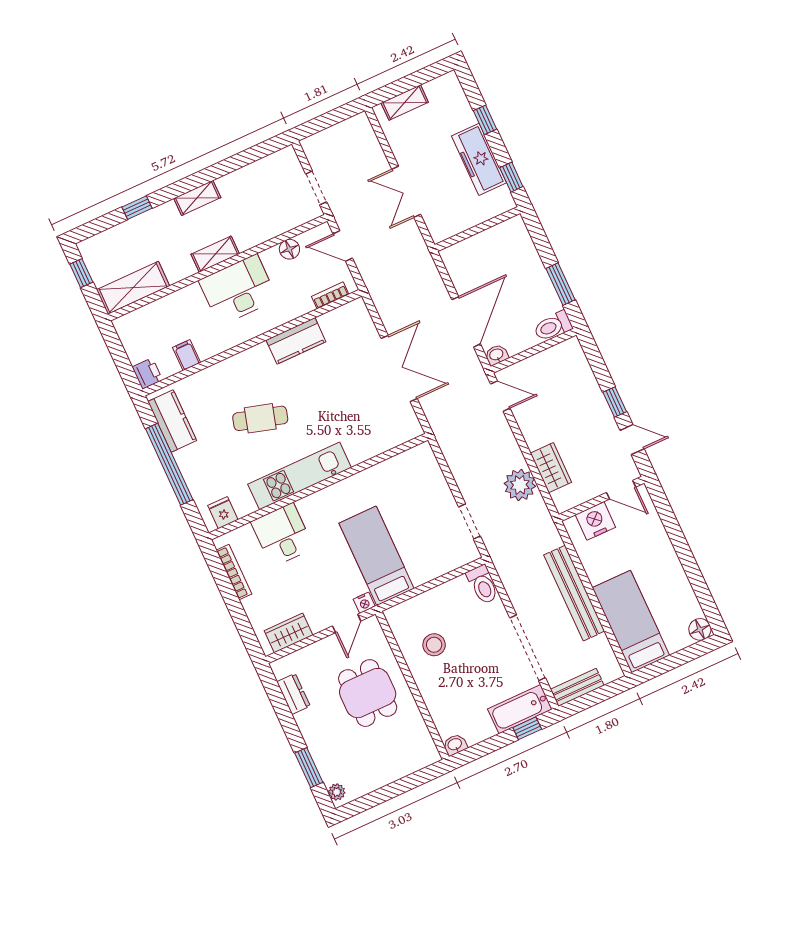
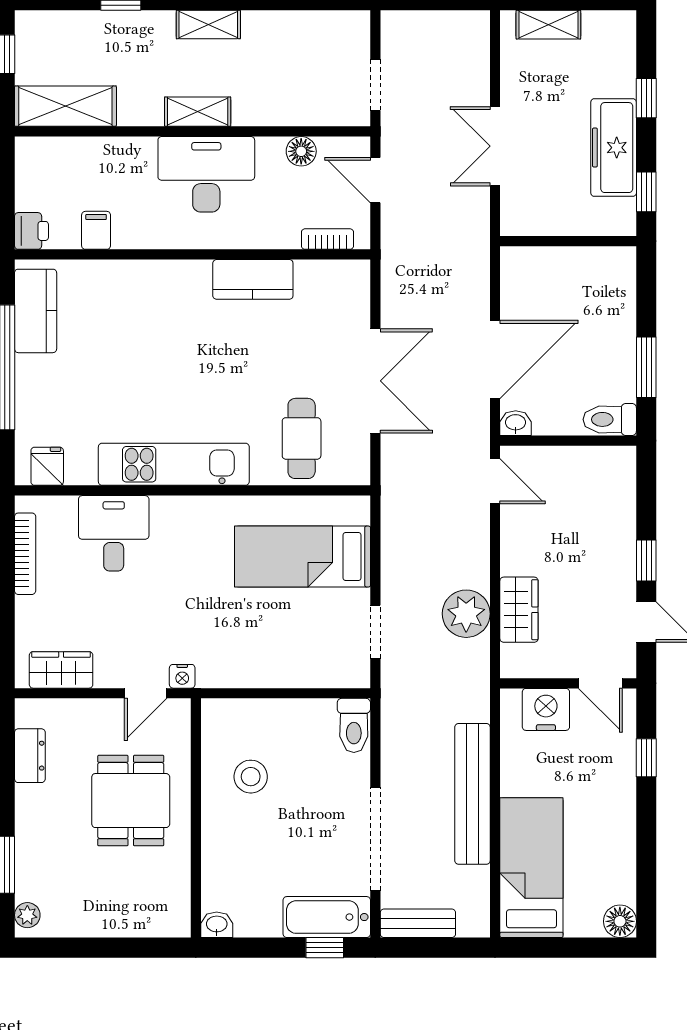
cafe table: (260, 418) -> (302, 438), moved, turned 74
window: (670, 522) -> (646, 758), added
bed: (377, 556) -> (303, 557), moved, turned -90

